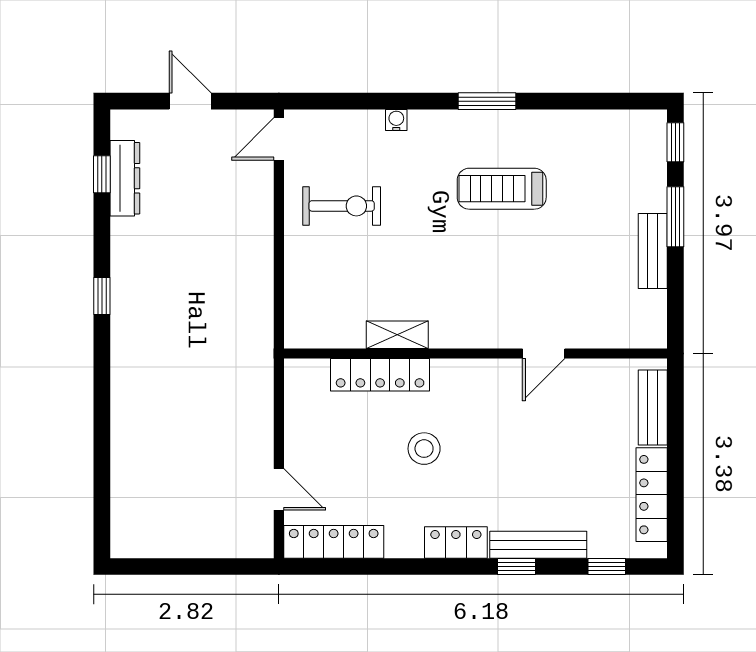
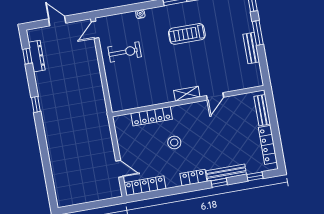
shelving: (397, 335) -> (187, 94), moved

